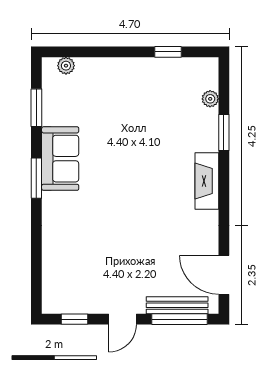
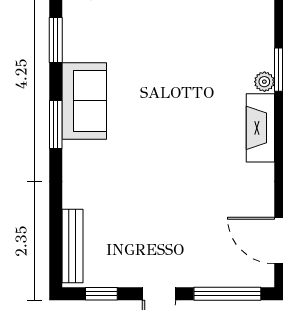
plant: (210, 99) -> (264, 82), moved
bench: (177, 305) -> (72, 246), moved, turned 90

